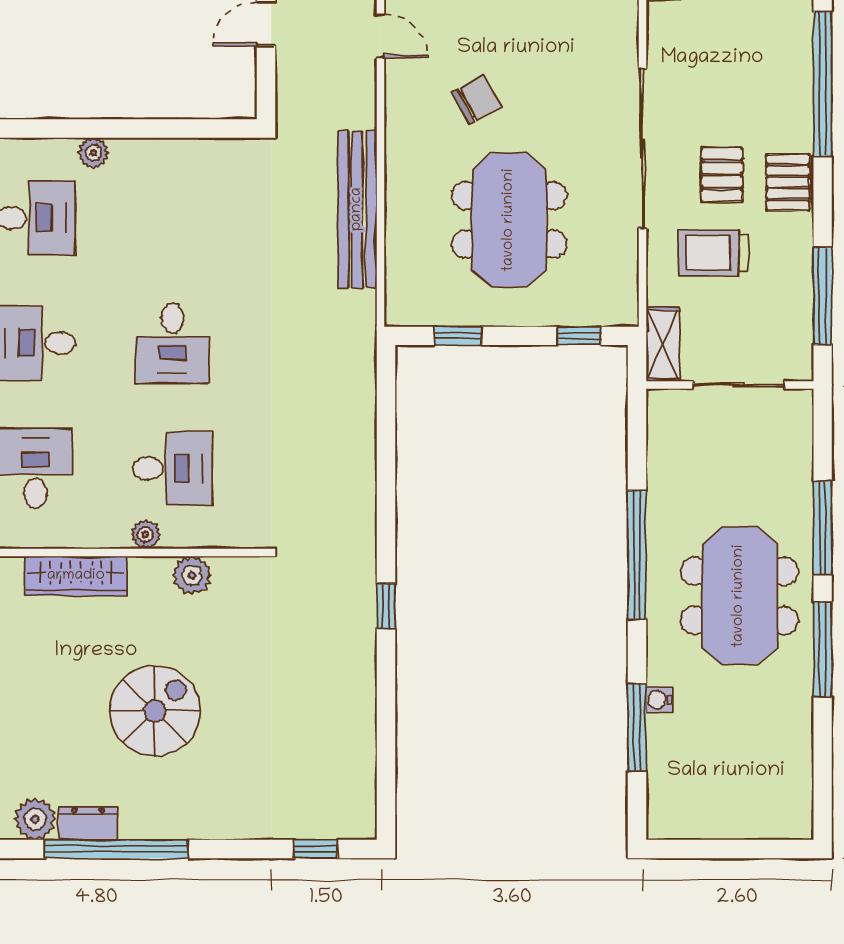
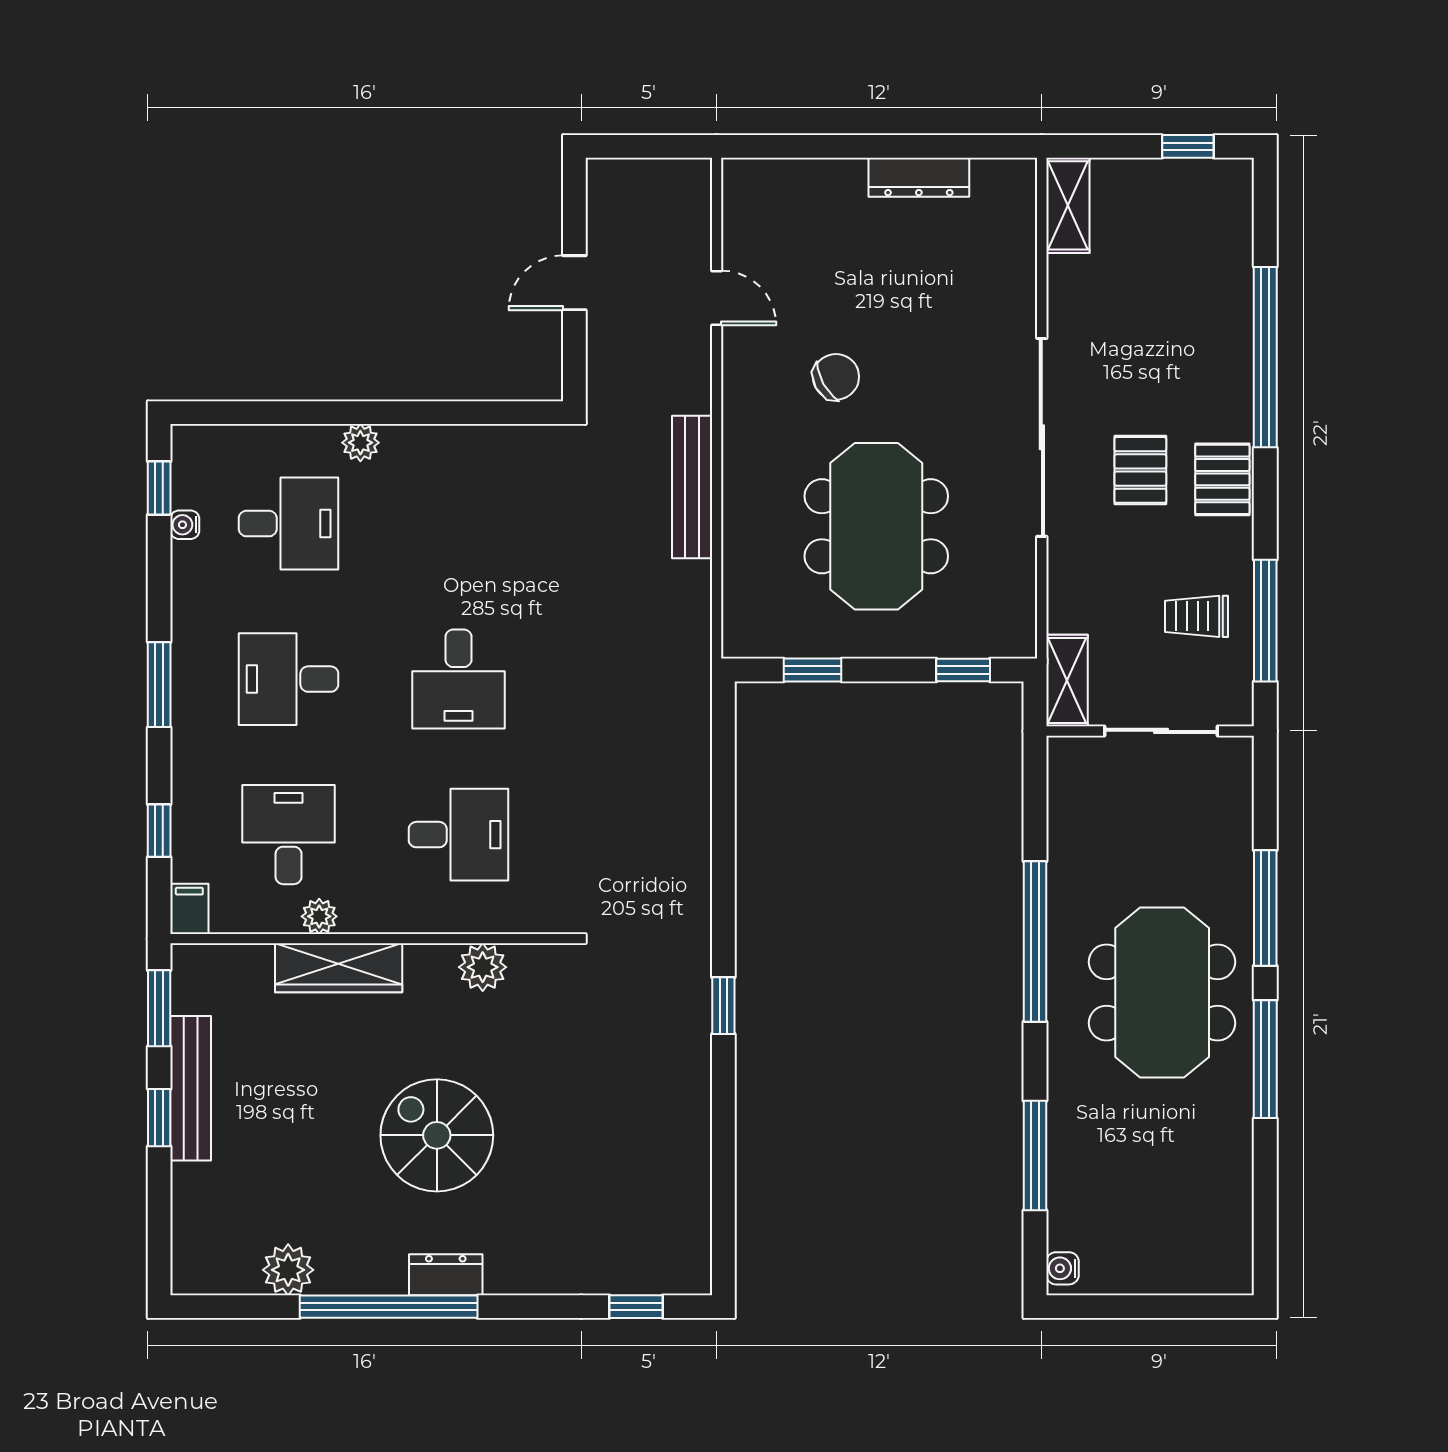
bench: (357, 209) -> (692, 487), width x0.73, depth x0.82
trolley: (713, 253) -> (1197, 616), moved, width x0.73, depth x0.72
plant: (146, 534) -> (319, 916), moved
water cooler: (659, 700) -> (1062, 1268), moved
spiral stairs: (155, 711) -> (437, 1135), turned -90
dresser: (88, 823) -> (446, 1275), moved

